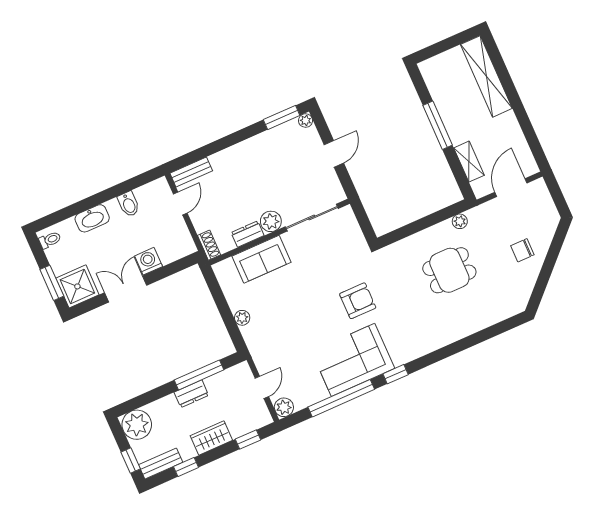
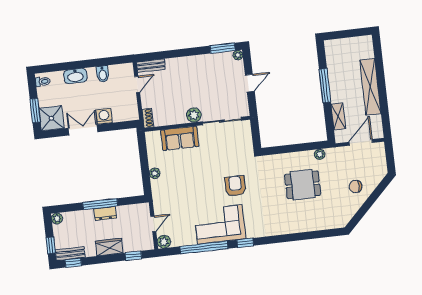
shelving: (486, 76) -> (370, 87), moved
dresser: (248, 234) -> (176, 119), removed
armchair: (358, 301) -> (235, 186), turned -90
window: (199, 375) -> (100, 204), moved
plant: (137, 425) -> (57, 218), width x0.53, depth x0.53
window: (186, 467) -> (73, 263), moved

